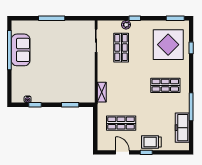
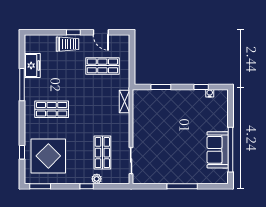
freezer: (182, 128) -> (32, 65), width x0.71

